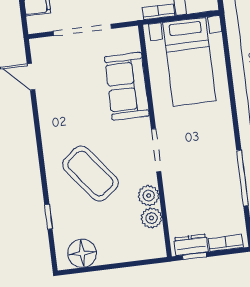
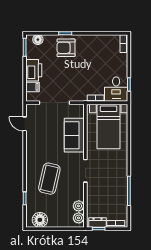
coffee table: (90, 174) -> (49, 179), turned 51
plant: (149, 196) -> (79, 218), moved

